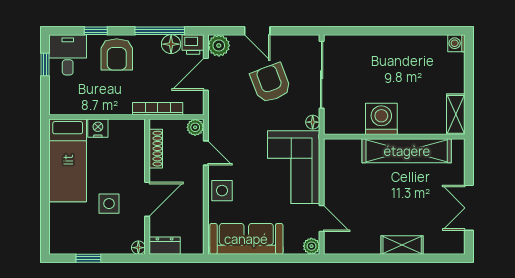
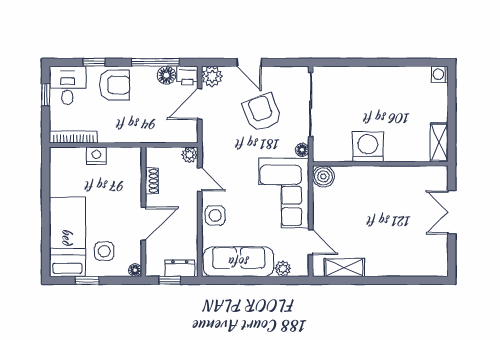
armchair: (117, 54) -> (114, 85), turned -90
bookcase: (158, 109) -> (74, 137), moved
shoe rack: (156, 149) -> (152, 181), width x0.70
boiler: (335, 150) -> (323, 176), added
shelving: (407, 151) -> (392, 177), removed
bed: (68, 160) -> (67, 237), moved, turned 180
side table: (109, 204) -> (104, 251), moved
double door: (469, 208) -> (452, 212), moved
shelving: (402, 245) -> (344, 268), moved
dresser: (165, 246) -> (180, 268), moved
plant: (311, 246) -> (283, 269), moved
window: (175, 258) -> (170, 280), added

